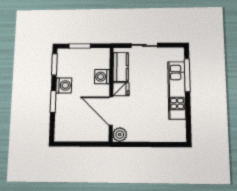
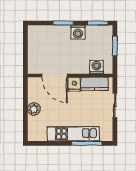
washing machine: (102, 77) -> (97, 67), moved
door: (111, 111) -> (55, 75), swing flipped
plant: (120, 135) -> (34, 109), moved

